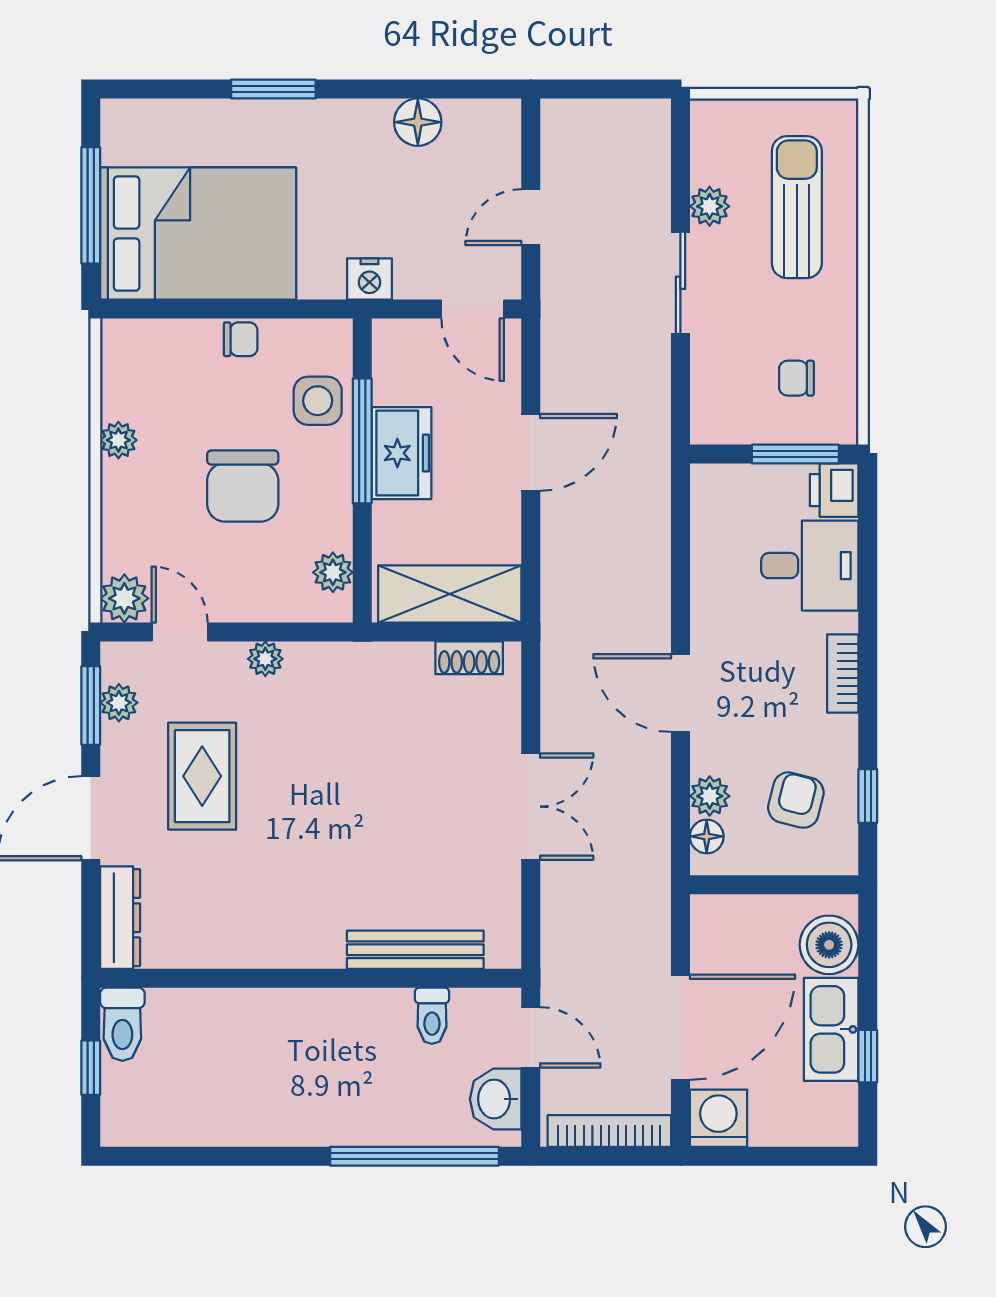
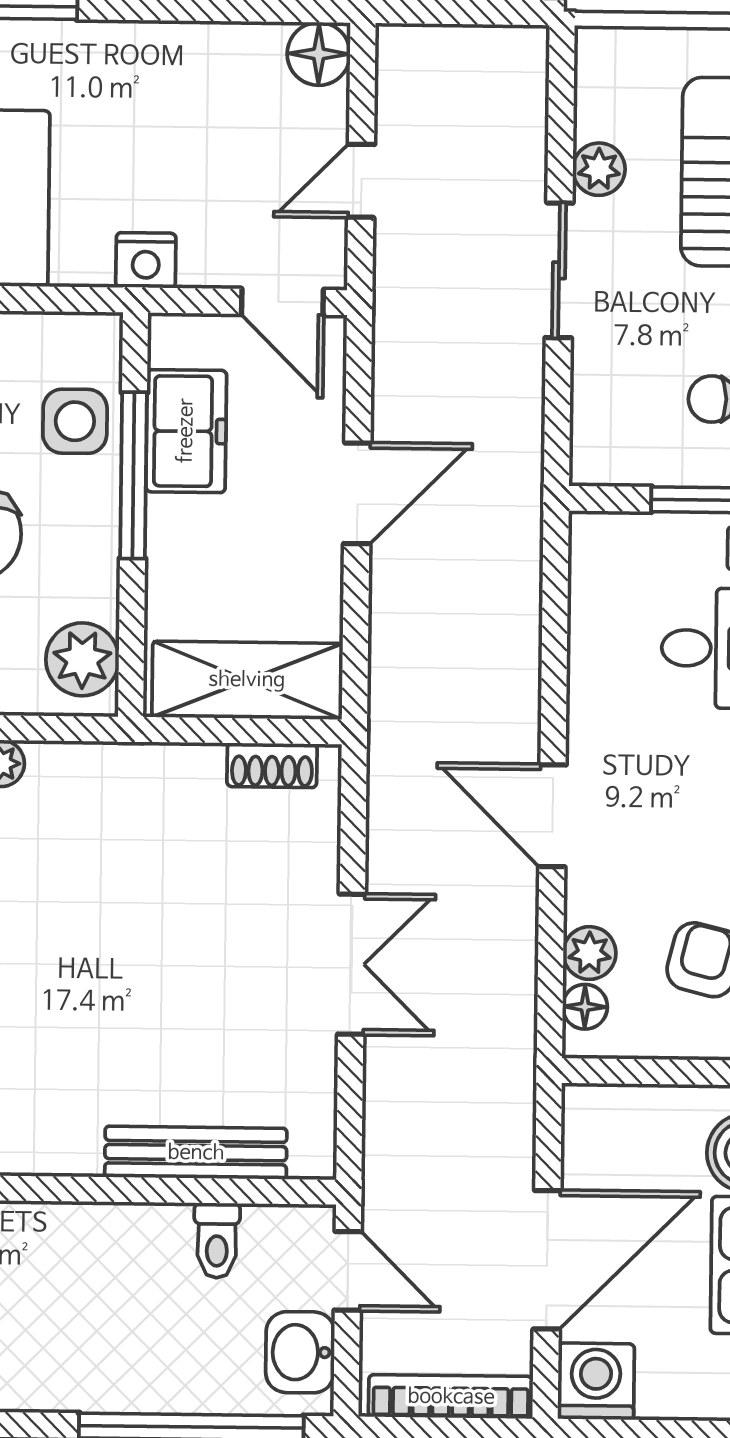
floor lamp: (418, 122) -> (319, 54), moved
freezer: (401, 453) -> (186, 431), moved
plant: (333, 572) -> (82, 659), width x1.38, depth x1.38

